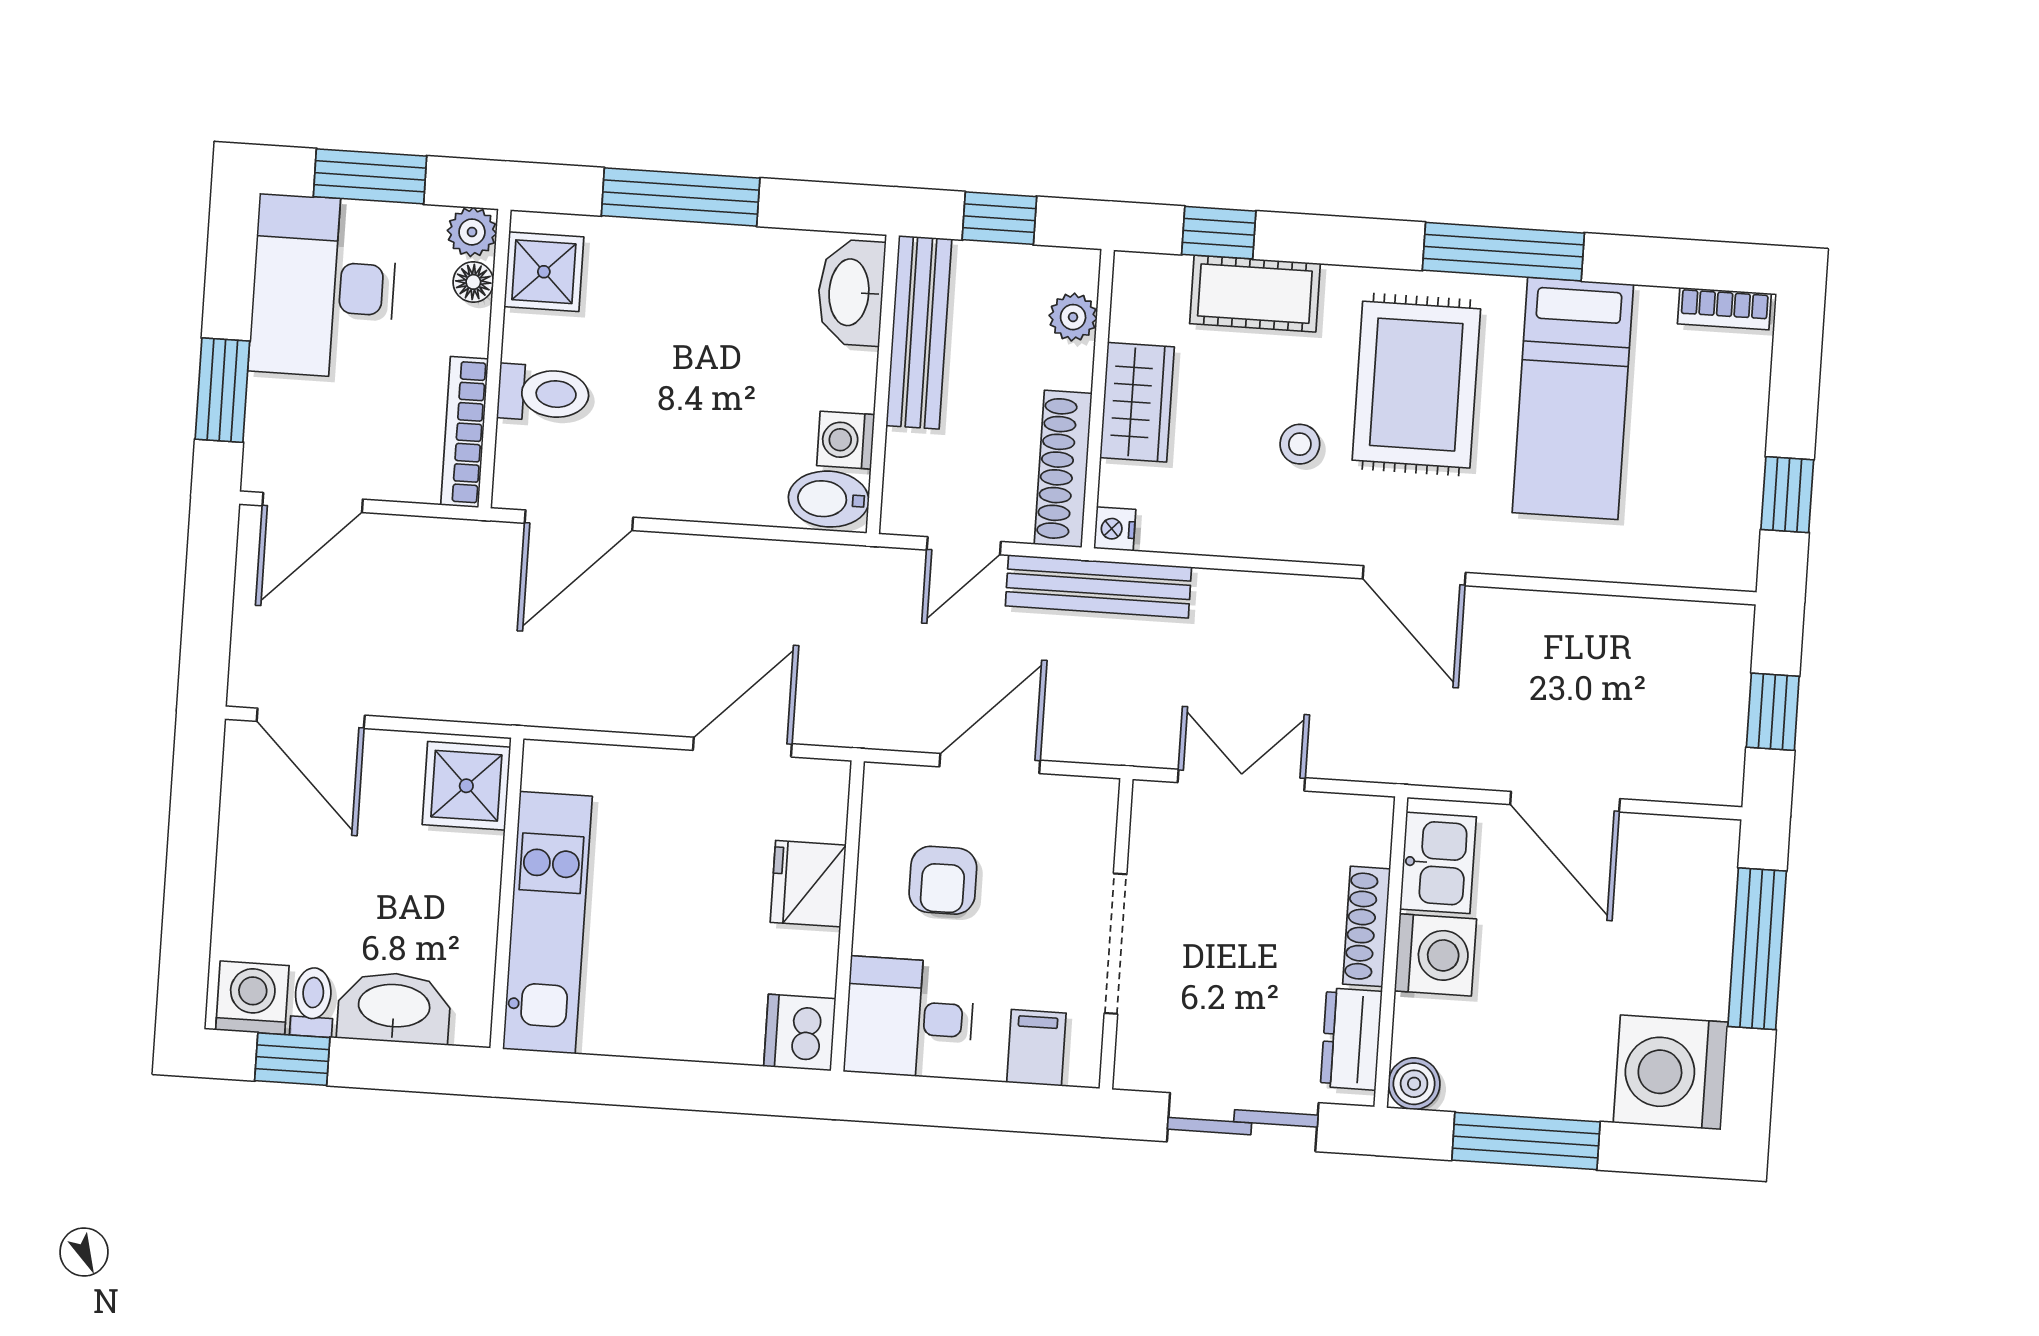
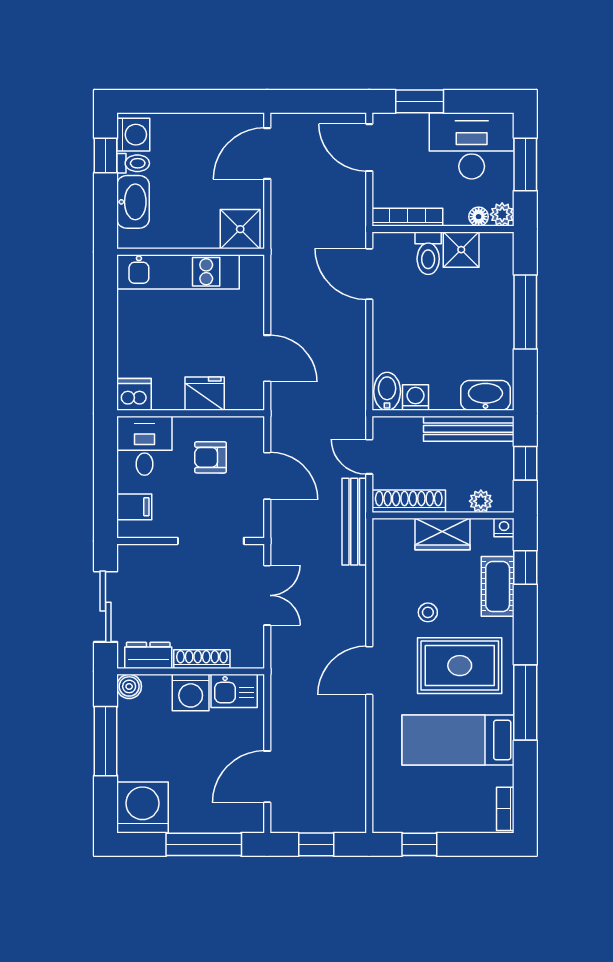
shower: (544, 272) -> (461, 250), moved
nightstand: (1115, 529) -> (504, 528), moved
door: (1565, 802) -> (267, 777), moved
doorway: (1116, 944) -> (211, 541), moved

